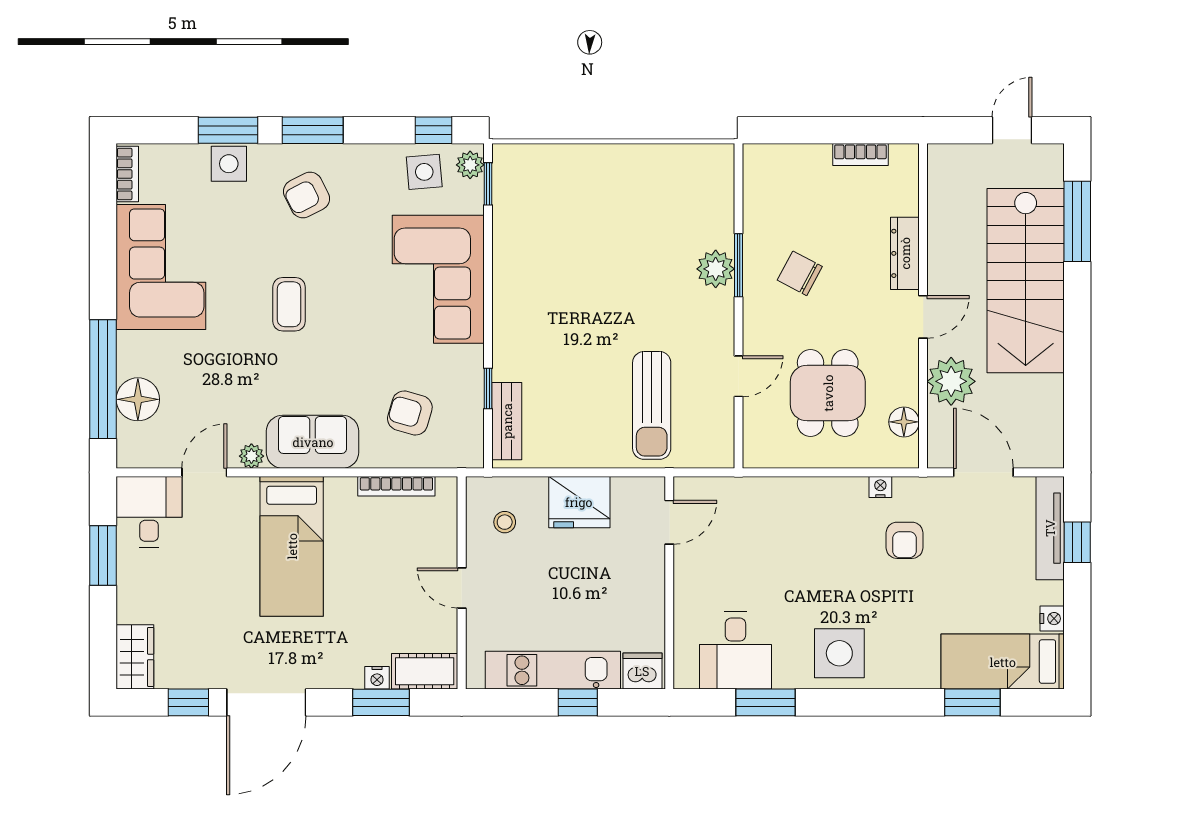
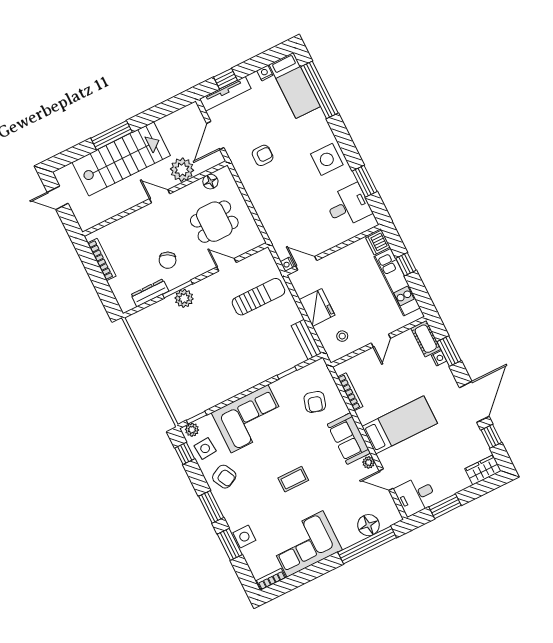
bookcase: (860, 154) -> (102, 259), width x1.56
armchair: (307, 195) -> (224, 477), moved
window: (1077, 221) -> (112, 135), moved
dresser: (905, 253) -> (150, 293), moved, turned 180
bench: (507, 421) -> (306, 340), moved, turned 90
nightstand: (880, 487) -> (287, 264), moved
door: (266, 702) -> (474, 402), hinge flipped
window: (972, 702) -> (319, 90), width x2.11

